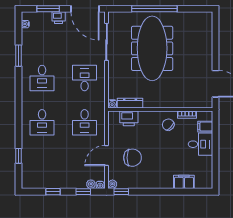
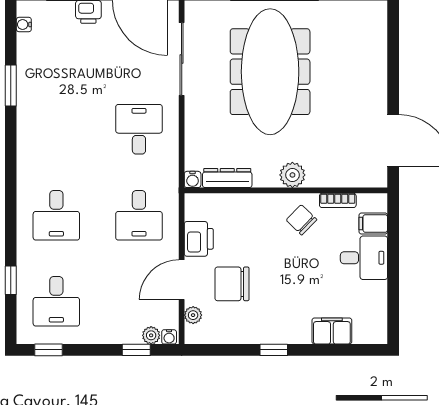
desk: (42, 78) -> (56, 301), moved
plant: (164, 102) -> (292, 175), added
printer: (129, 118) -> (199, 239), moved, turned -90
chair: (132, 158) -> (232, 284), turned 180
plant: (112, 184) -> (193, 315), moved
window: (53, 192) -> (48, 350), moved
window: (121, 192) -> (274, 350), moved

